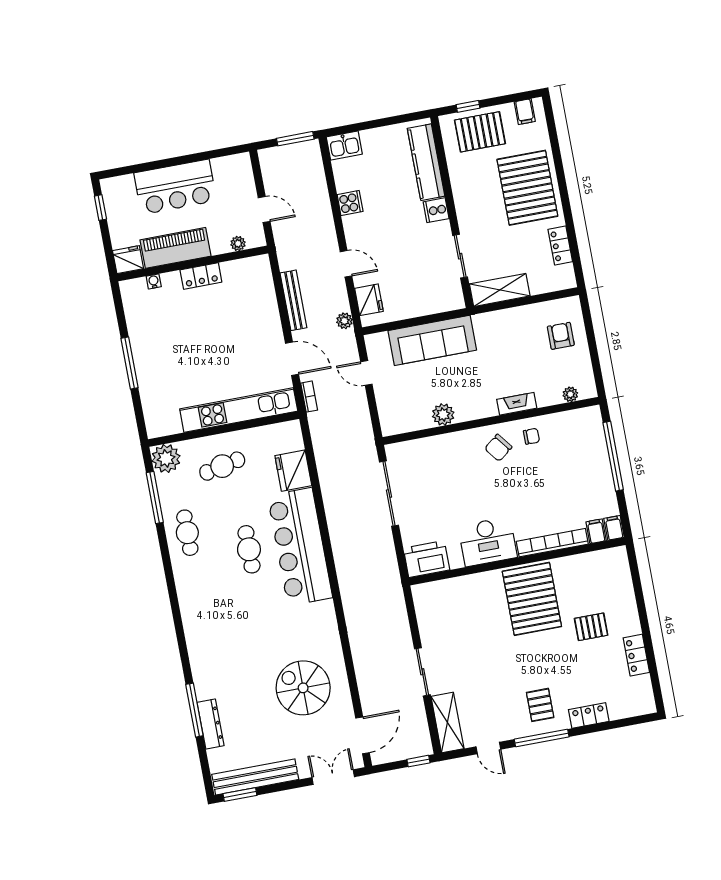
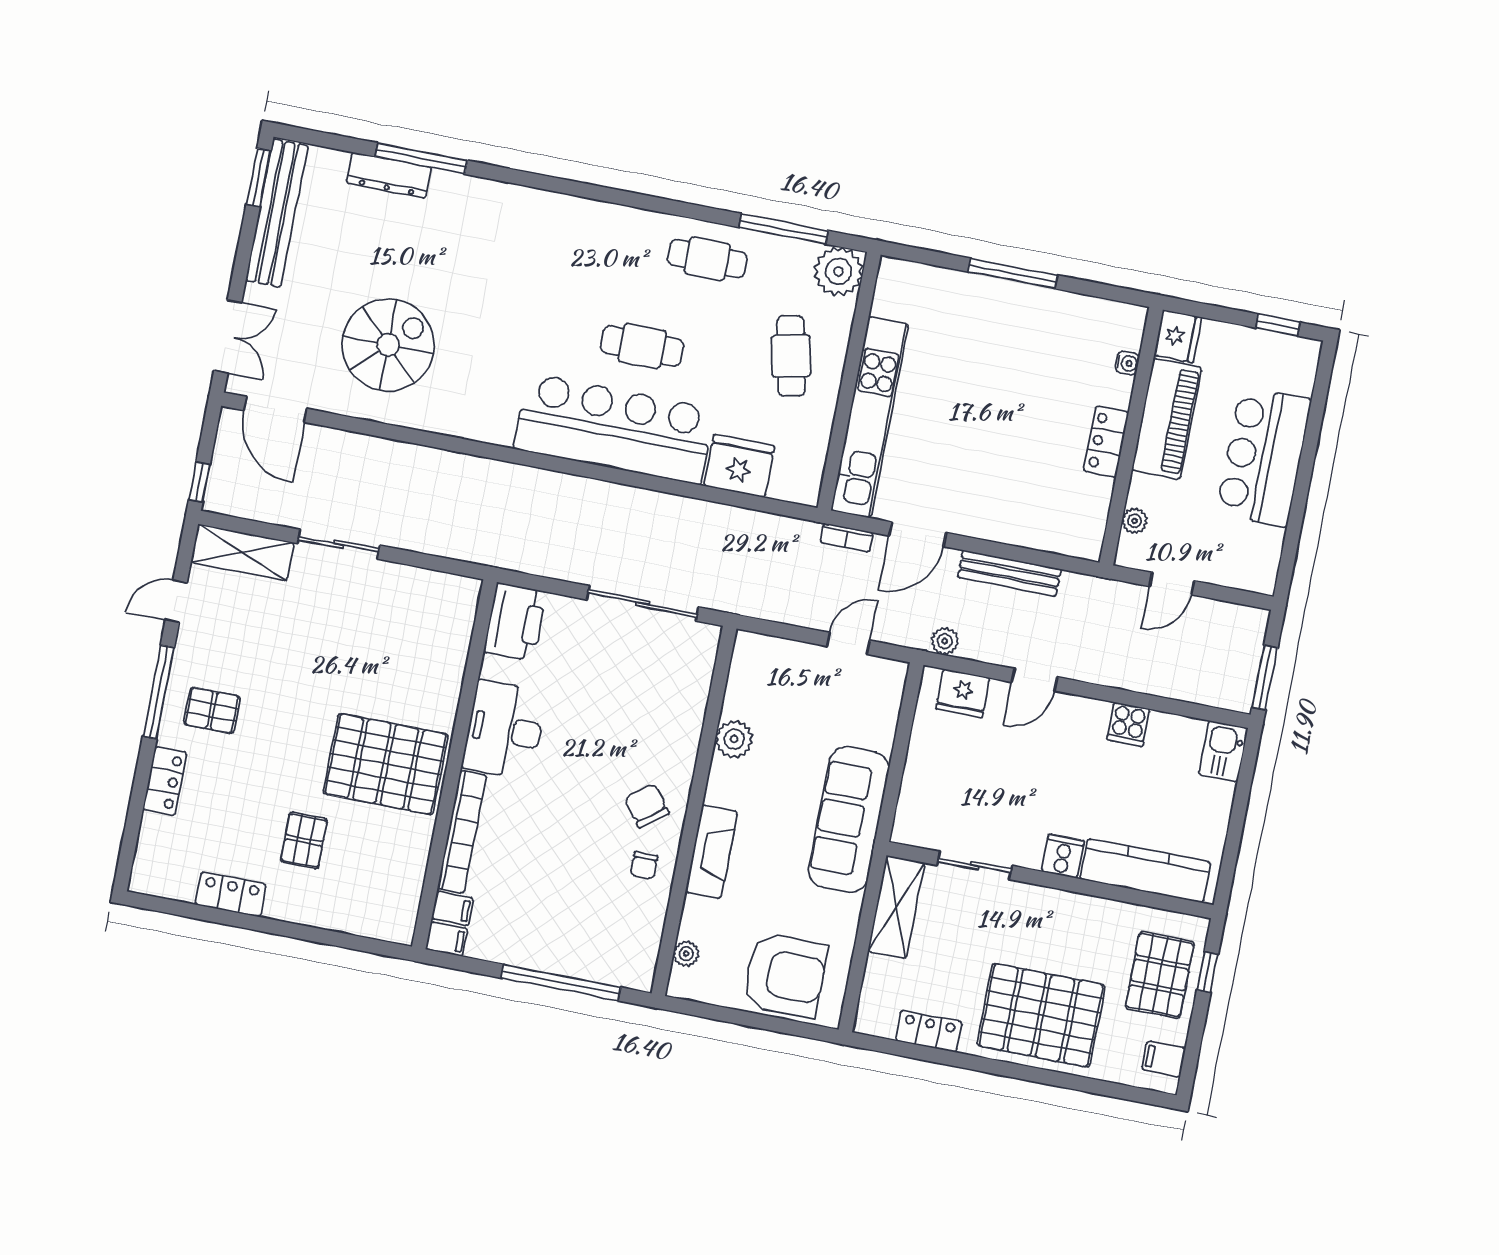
armchair: (561, 336) -> (785, 975), width x1.88, depth x1.88
sofa: (432, 340) -> (849, 820), moved
fireplace: (517, 404) -> (711, 852), width x1.37, depth x1.32

